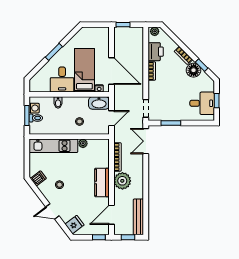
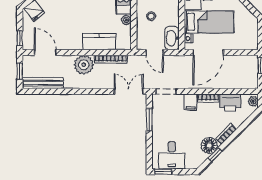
filing cabinet: (155, 87) -> (191, 102), added
window: (217, 101) -> (163, 172), moved
kitchen counter: (102, 183) -> (99, 42), moved

